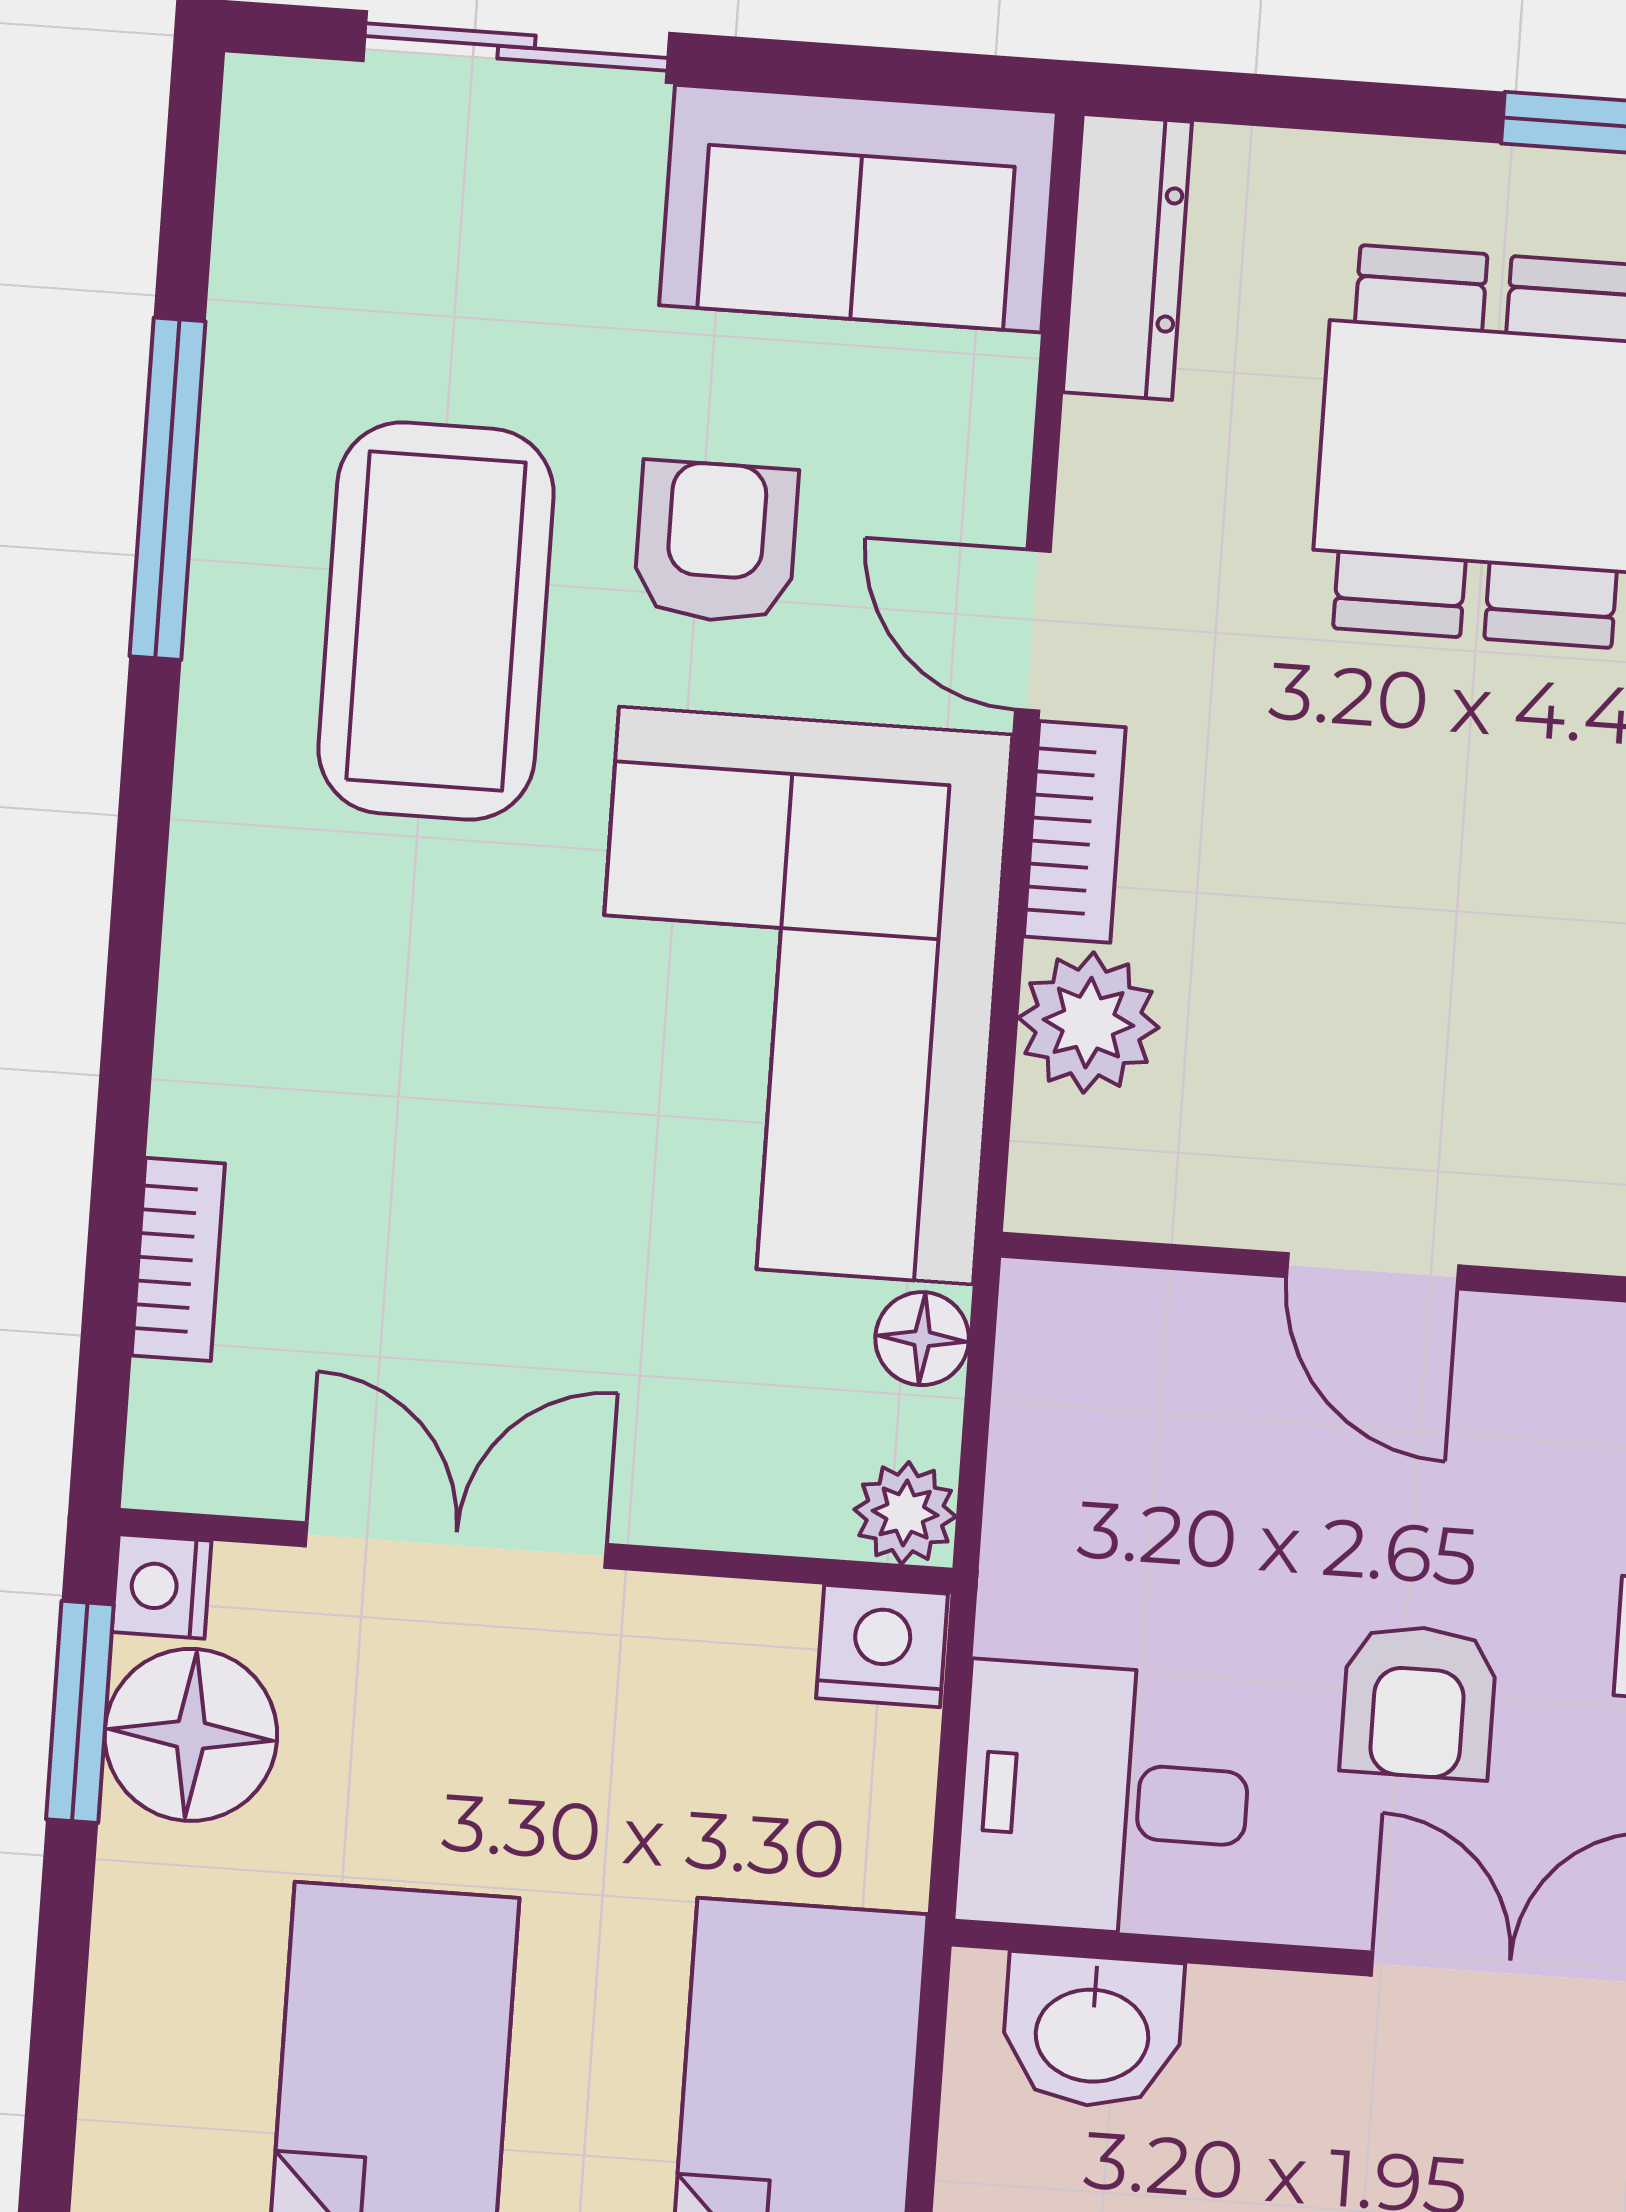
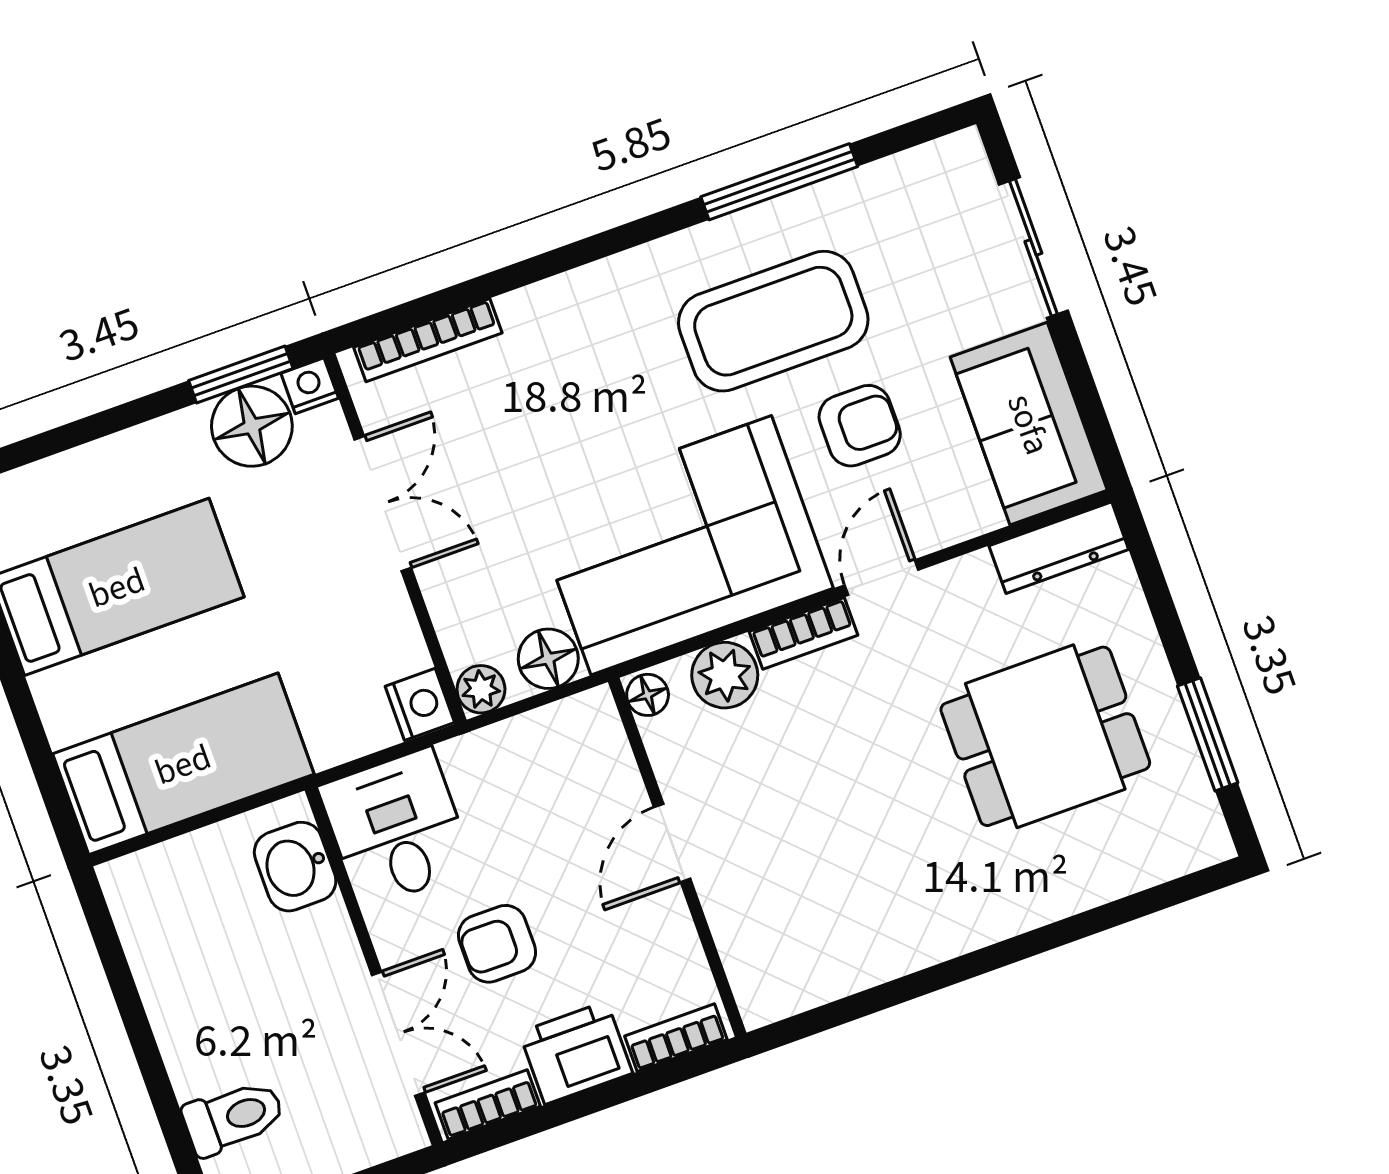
floor lamp: (1060, 1191) -> (648, 695), added
bookcase: (178, 1259) -> (428, 340), width x1.56
floor lamp: (922, 1339) -> (548, 659), width x1.37, depth x1.37

